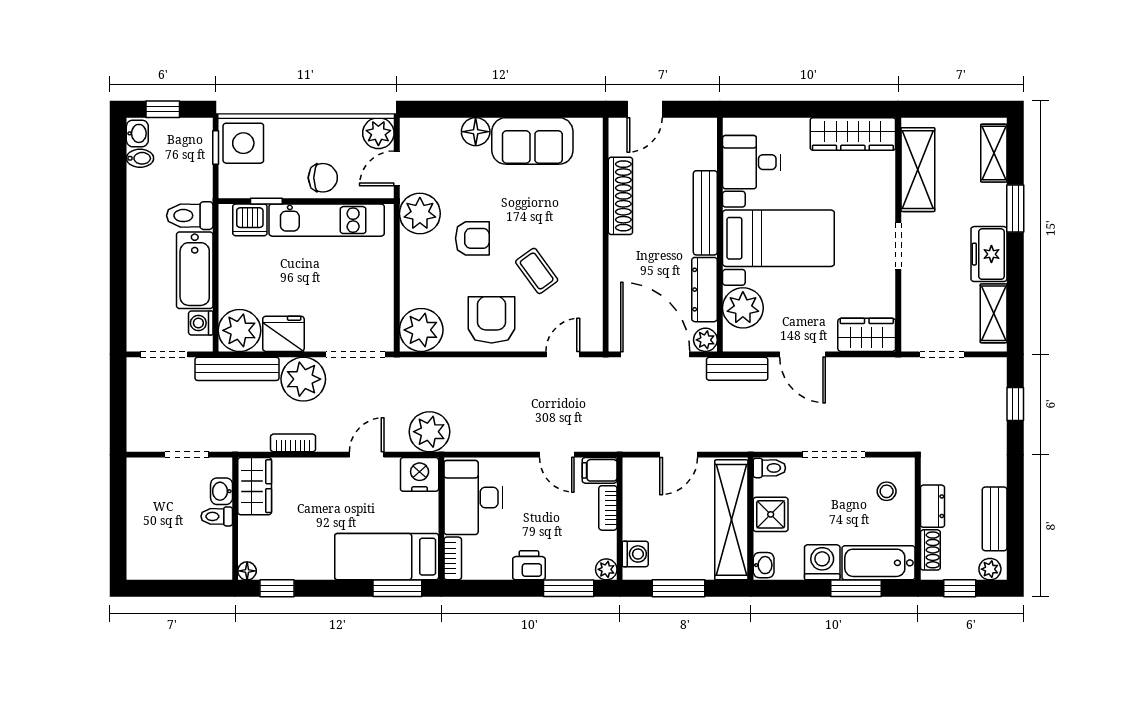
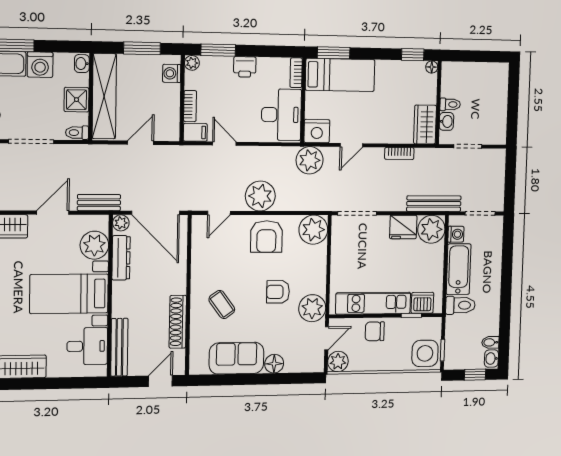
bench: (705, 213) -> (119, 347), moved
coffee table: (537, 271) -> (222, 304), moved
door: (803, 354) -> (53, 213), hinge flipped
plant: (303, 379) -> (260, 196), moved

